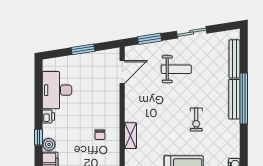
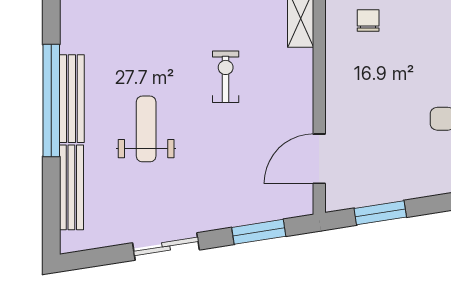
window: (83, 49) -> (380, 213), moved
weight bench: (176, 69) -> (146, 129), moved, turned 90
exercise bike: (196, 120) -> (226, 77), moved

